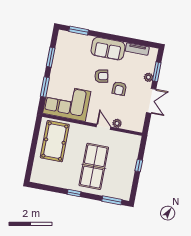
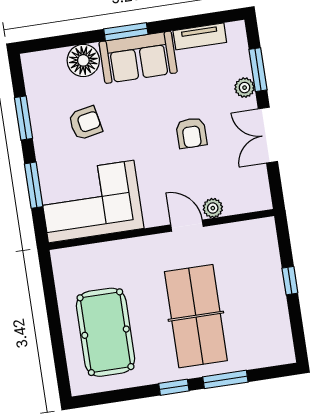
window: (79, 31) -> (126, 32), moved
floor lamp: (85, 42) -> (83, 60), added
armchair: (101, 76) -> (85, 123), moved
double door: (151, 101) -> (268, 135), swing flipped
pool table: (55, 141) -> (105, 332), moved
window: (112, 200) -> (225, 379), moved

